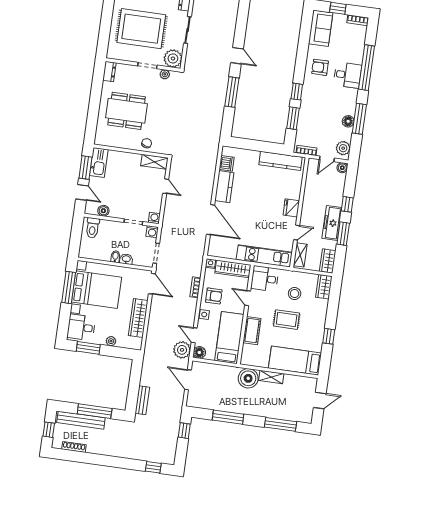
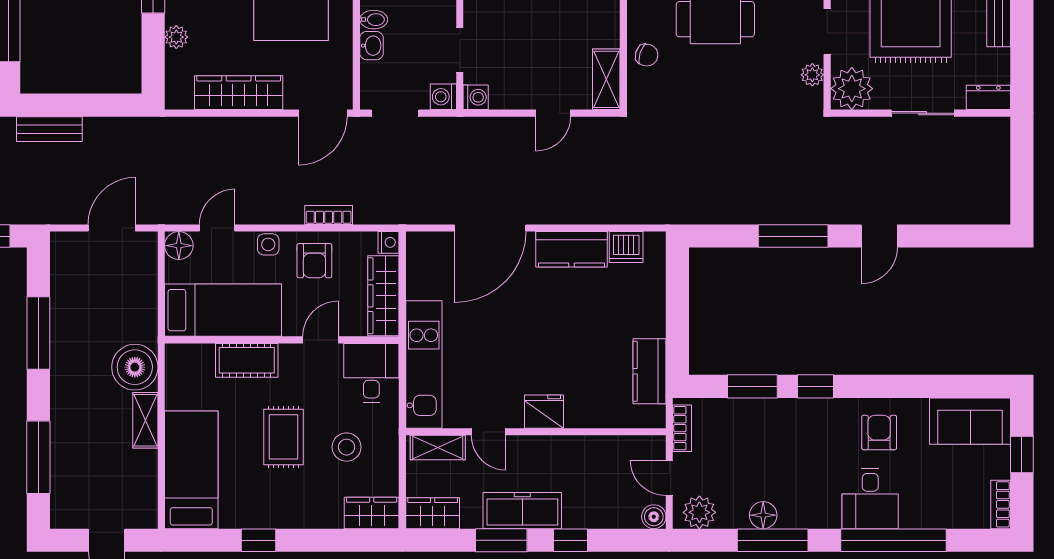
kitchen counter: (281, 161) -> (650, 371), width x0.67
plant: (182, 350) -> (179, 204), removed

